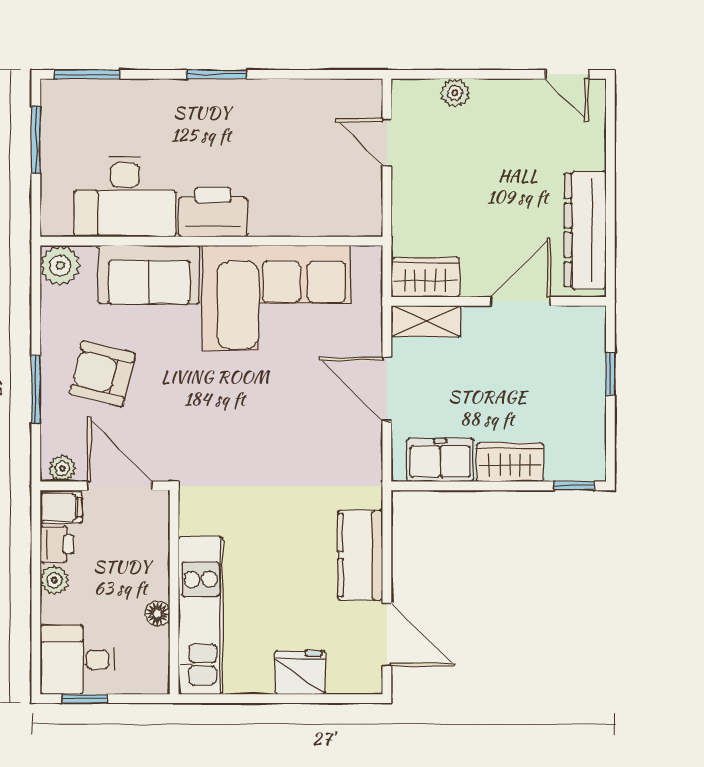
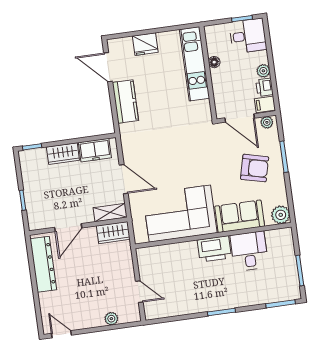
desk: (125, 197) -> (249, 251), width x0.73

